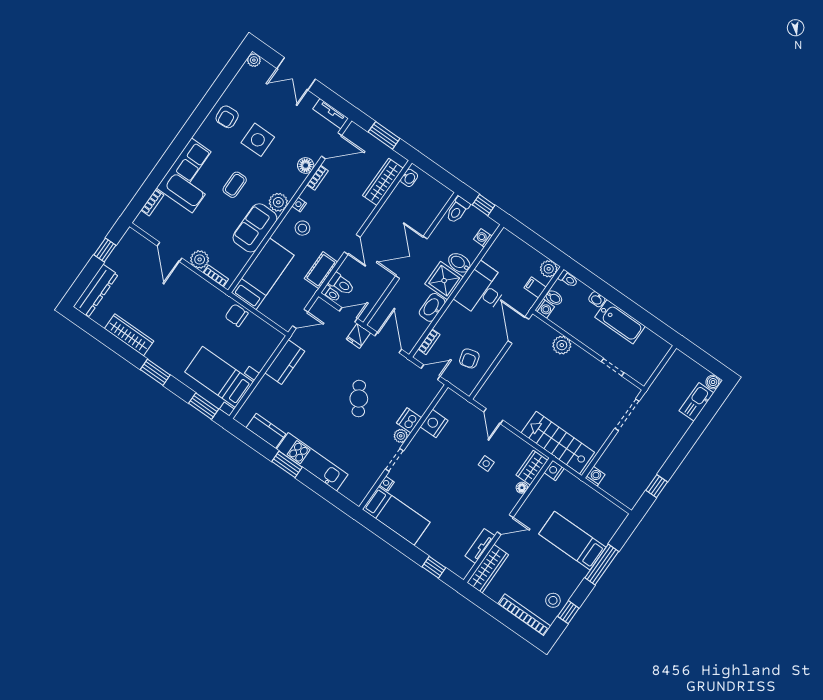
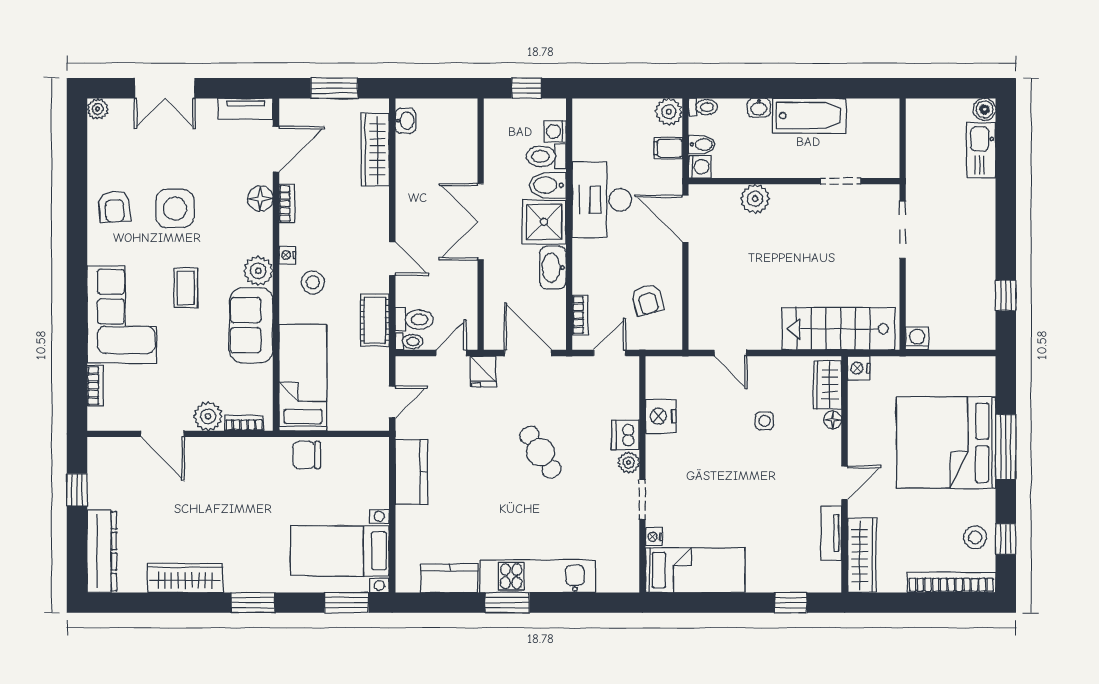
toilet: (458, 210) -> (546, 156), moved, turned 90
bed: (572, 541) -> (946, 443), width x2.04

